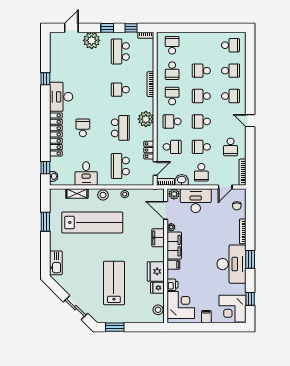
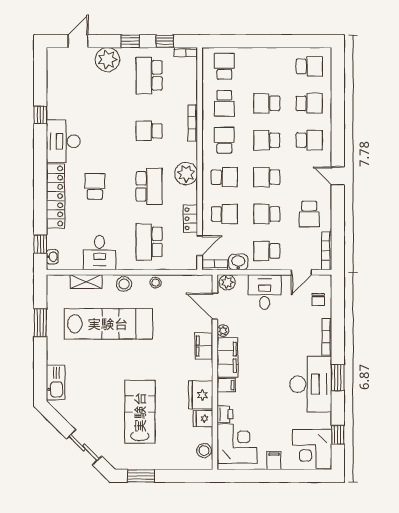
school desk: (172, 121) -> (224, 177), turned 180
school desk: (201, 172) -> (267, 251), turned 90
desk: (196, 201) -> (265, 292), width x0.73

